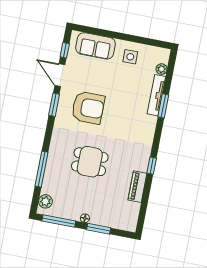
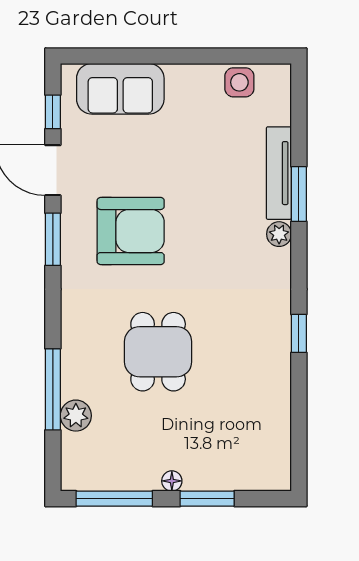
side table: (130, 57) -> (239, 82), moved
plant: (162, 69) -> (279, 234), moved
dining table: (90, 162) -> (158, 352), turned 90
piano: (137, 187) -> (276, 387), removed
plant: (45, 201) -> (76, 416), moved

